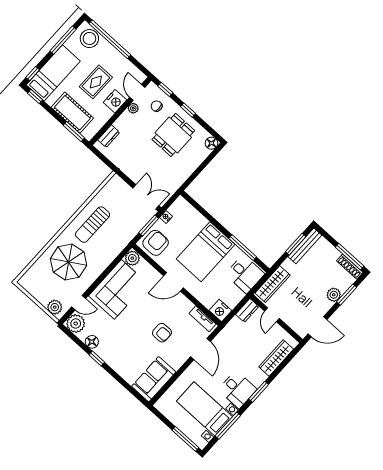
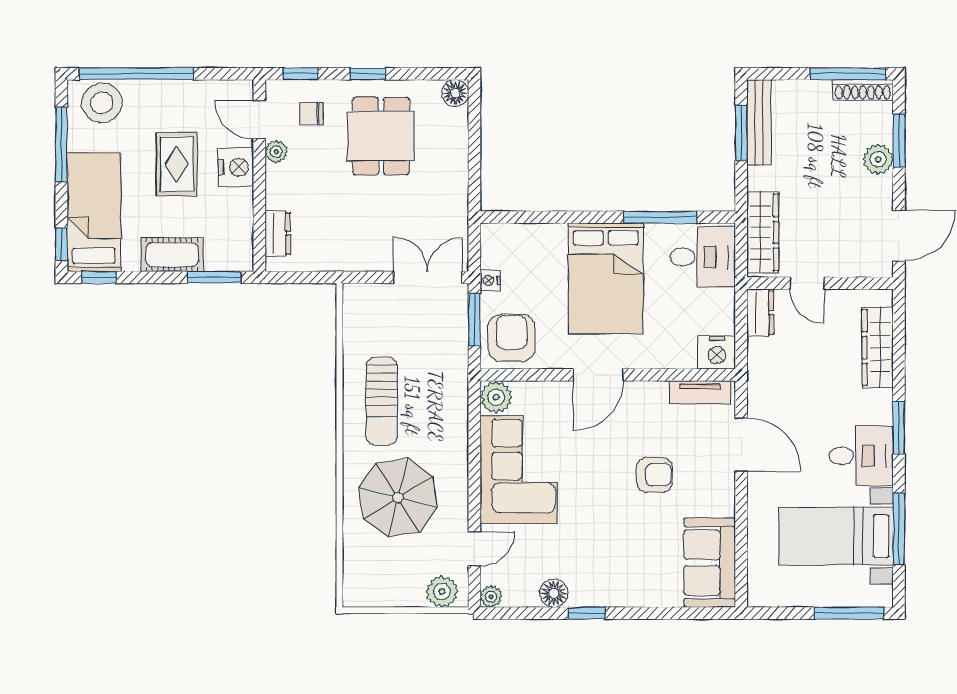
cot: (72, 113) -> (172, 255), width x0.73, depth x0.75
plant: (76, 323) -> (491, 597), width x0.53, depth x0.53

